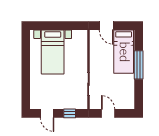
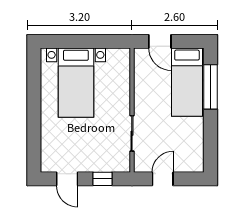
window: (139, 65) -> (210, 87), moved
door: (108, 113) -> (163, 179), hinge flipped

